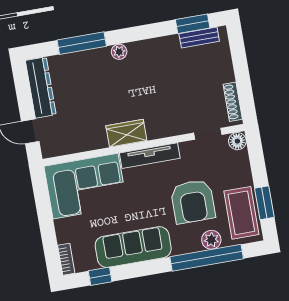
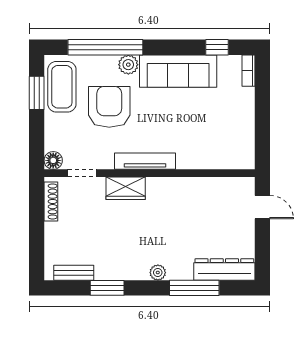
window: (193, 24) -> (107, 288), moved
dresser: (41, 88) -> (224, 270), moved, turned 90
wardrobe: (126, 133) -> (126, 188), moved
corner sofa: (86, 186) -> (216, 142), removed
plant: (211, 240) -> (128, 65), moved

